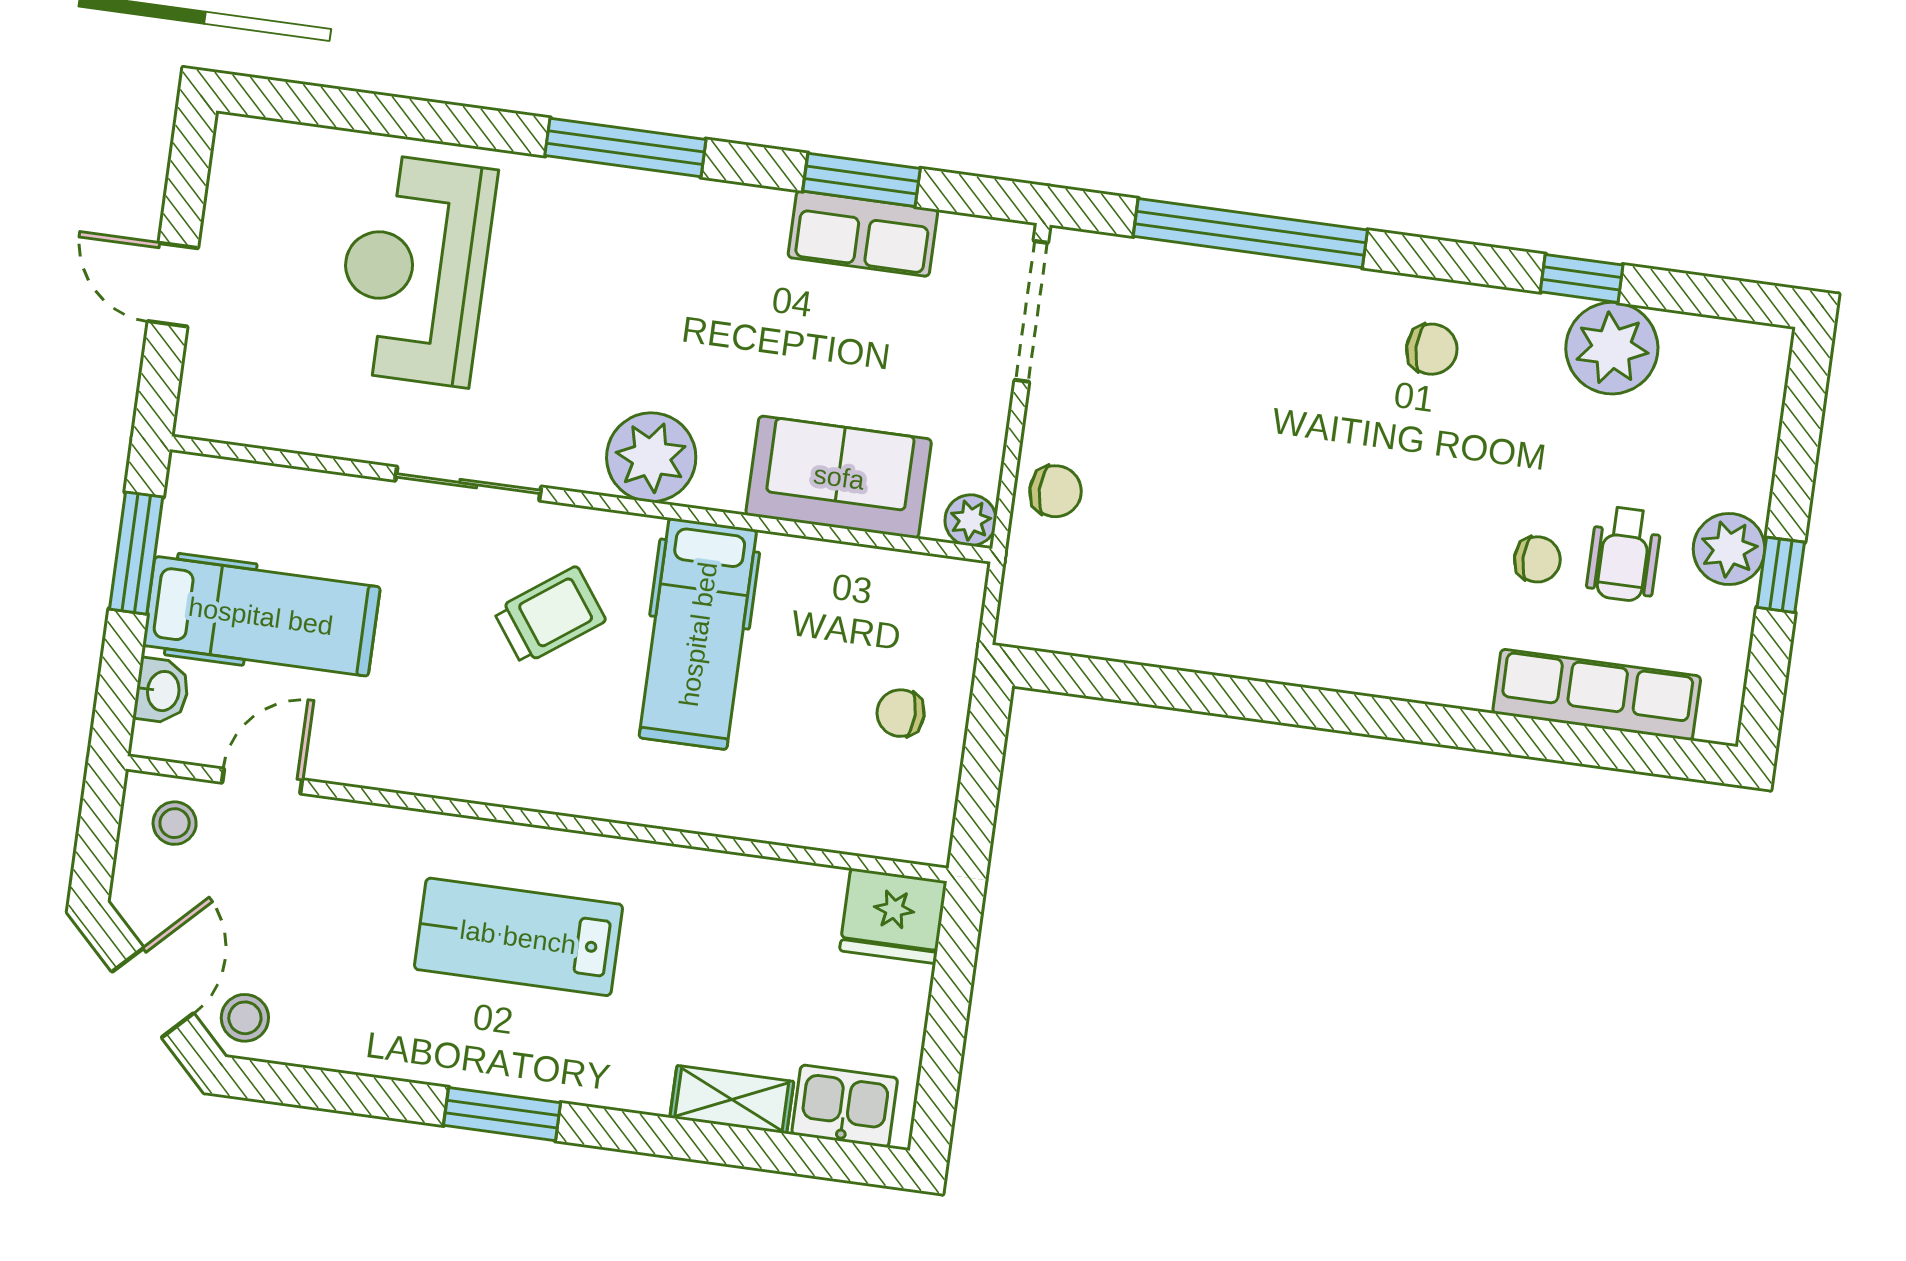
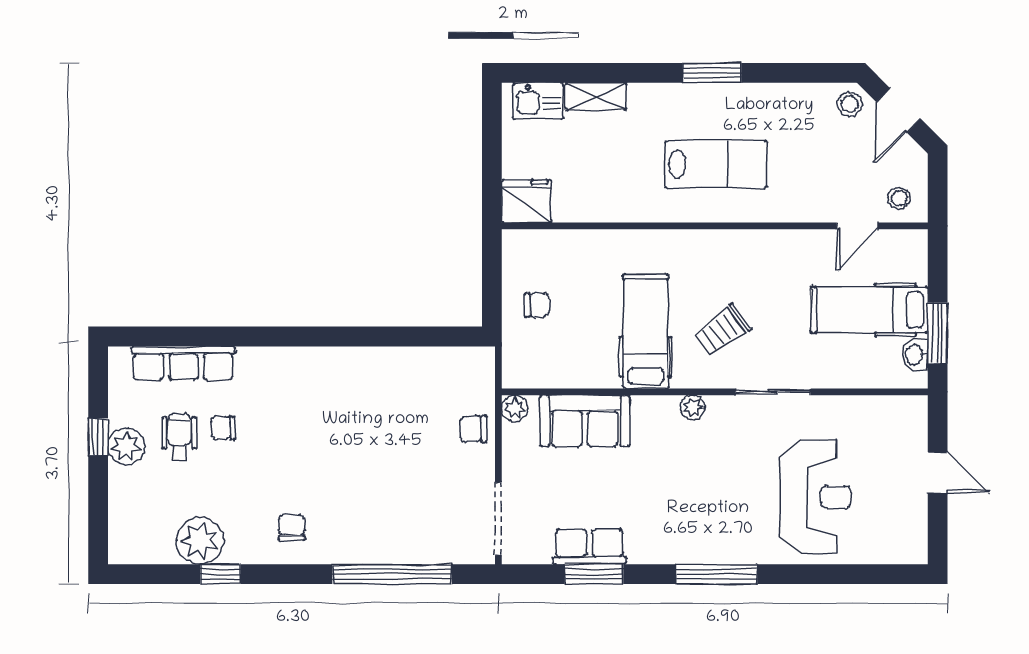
chair: (1432, 349) -> (292, 528), turned 90
plant: (651, 457) -> (692, 407), width x0.53, depth x0.53
washbasin: (162, 691) -> (915, 355), moved

